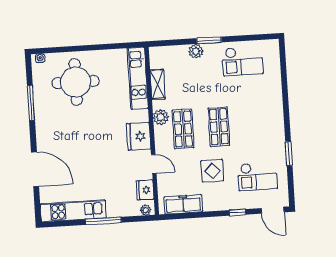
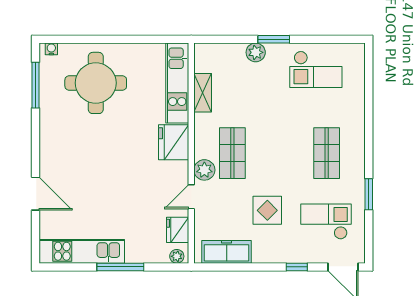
window: (31, 103) -> (36, 85), moved
plant: (161, 117) -> (204, 170), moved
shop shelf: (219, 127) -> (327, 153), moved
fridge: (139, 136) -> (174, 142), moved
door: (154, 164) -> (191, 197), swing flipped
door: (35, 169) -> (36, 194), width x0.73
checkout: (258, 176) -> (326, 222), turned 180

